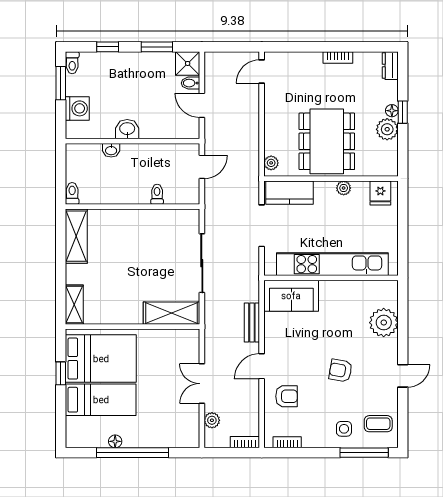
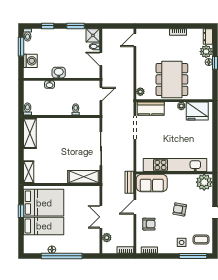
plant: (387, 129) -> (206, 52), moved
fridge: (380, 193) -> (197, 111), width x1.88, depth x1.34
kitchen unit: (332, 264) -> (175, 165), moved
wall: (331, 278) -> (174, 173), moved
sofa: (291, 296) -> (152, 183), moved

